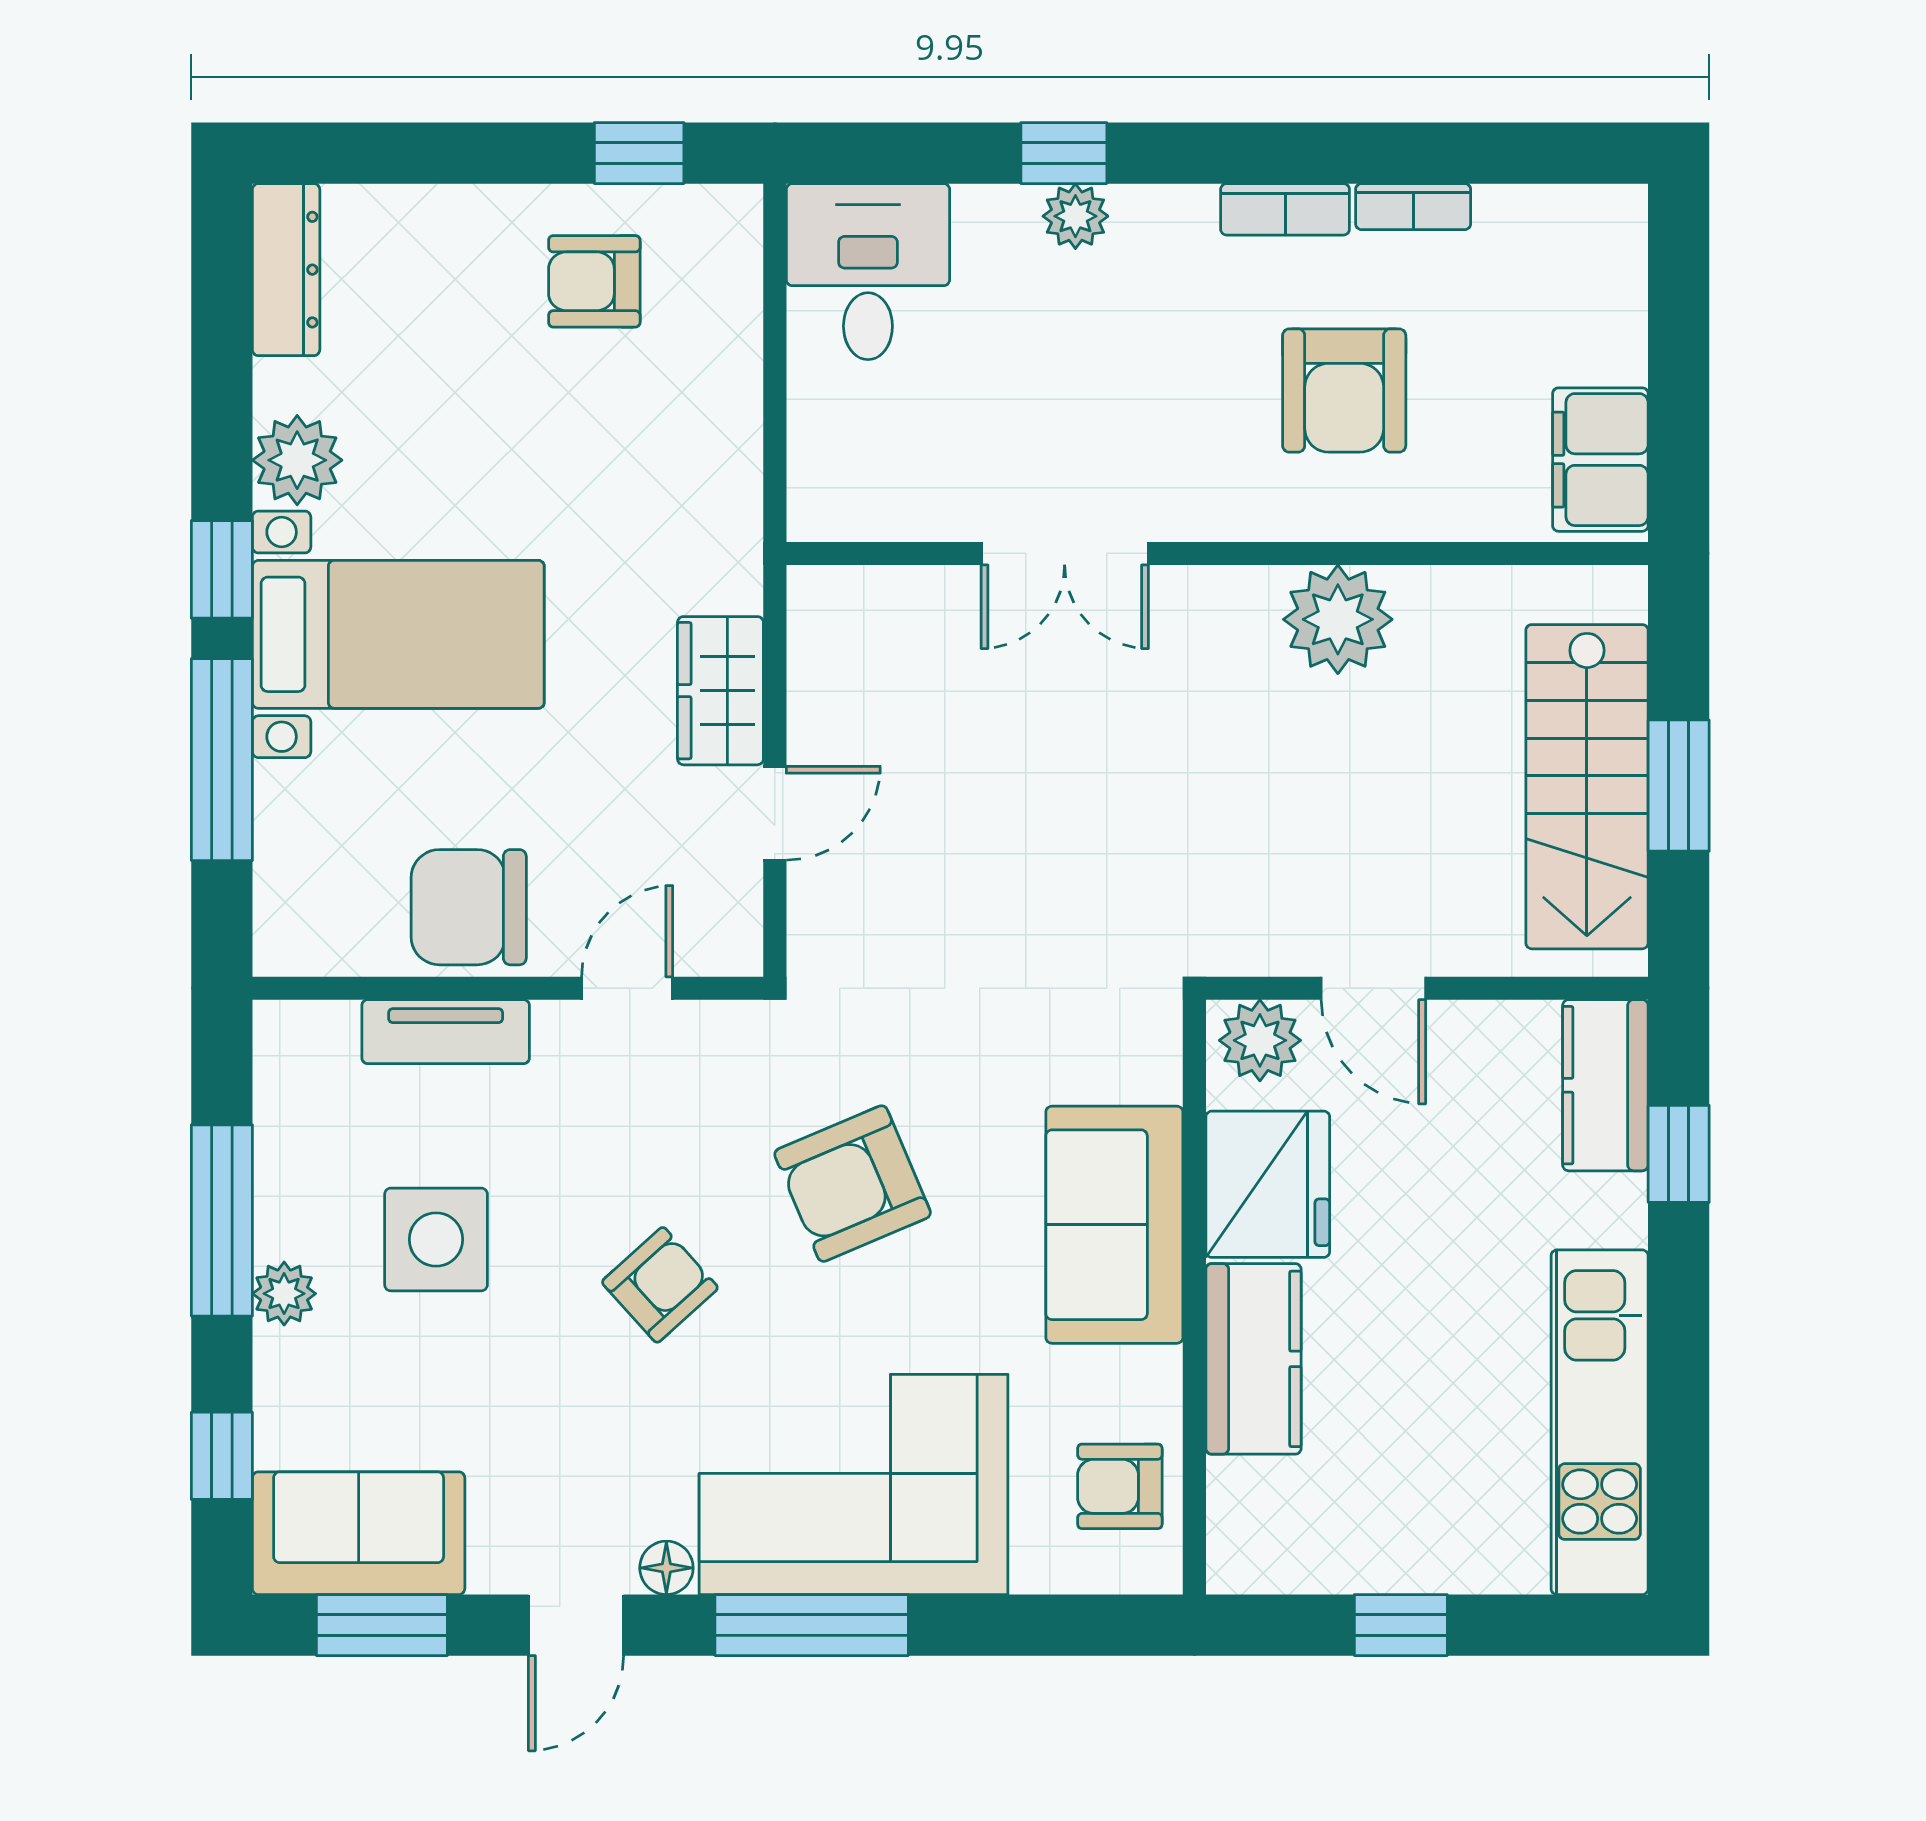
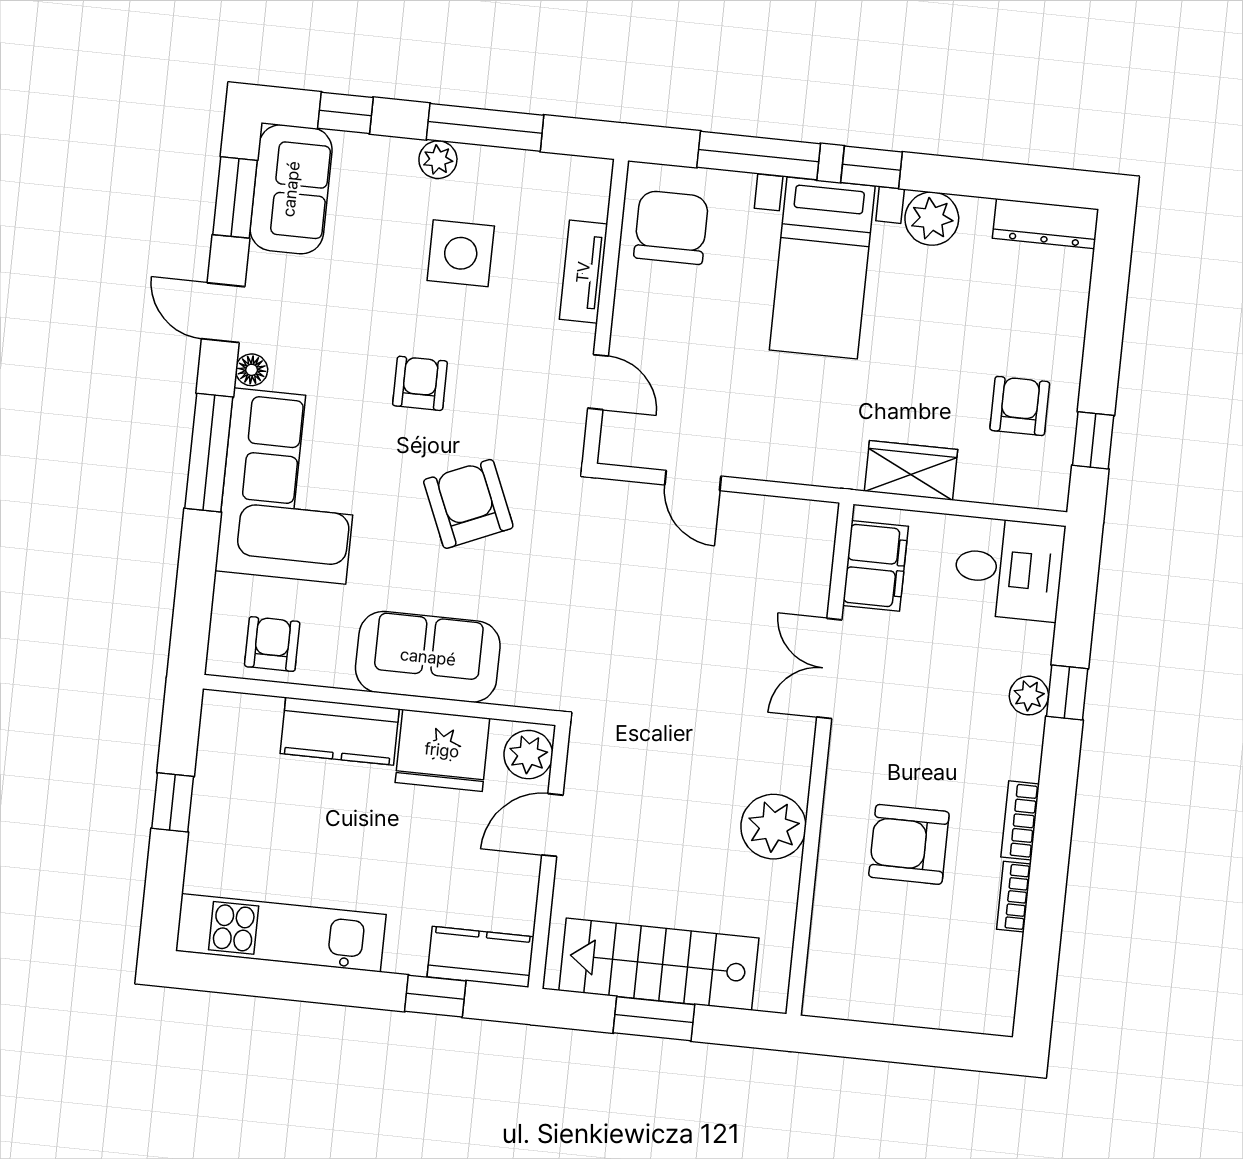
filing cabinet: (1600, 460) -> (875, 566), moved, turned 90
wardrobe: (720, 691) -> (911, 470), moved
chair: (469, 907) -> (671, 227), moved
armchair: (660, 1285) -> (420, 383), turned -138

